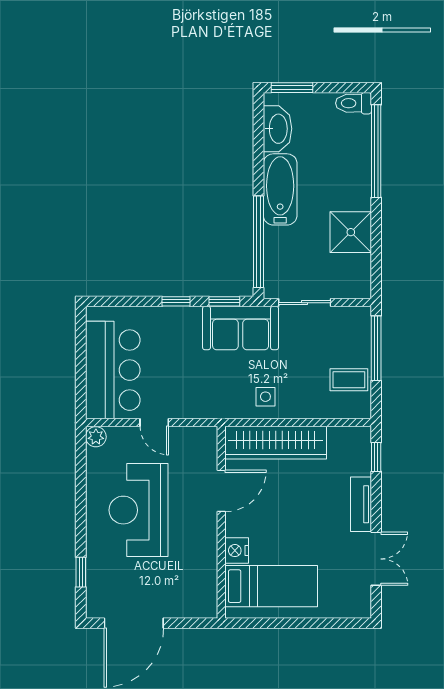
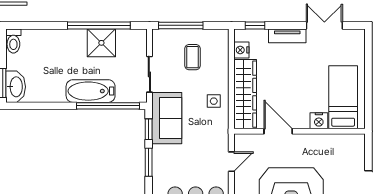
washbasin: (277, 129) -> (16, 87), moved, turned 90
window: (376, 151) -> (99, 25), moved
bathtub: (280, 189) -> (91, 91), moved
window: (176, 301) -> (149, 162), width x1.50
coffee table: (349, 380) -> (192, 57), moved
door: (154, 423) -> (231, 162), moved
nightstand: (340, 437) -> (241, 50), added

